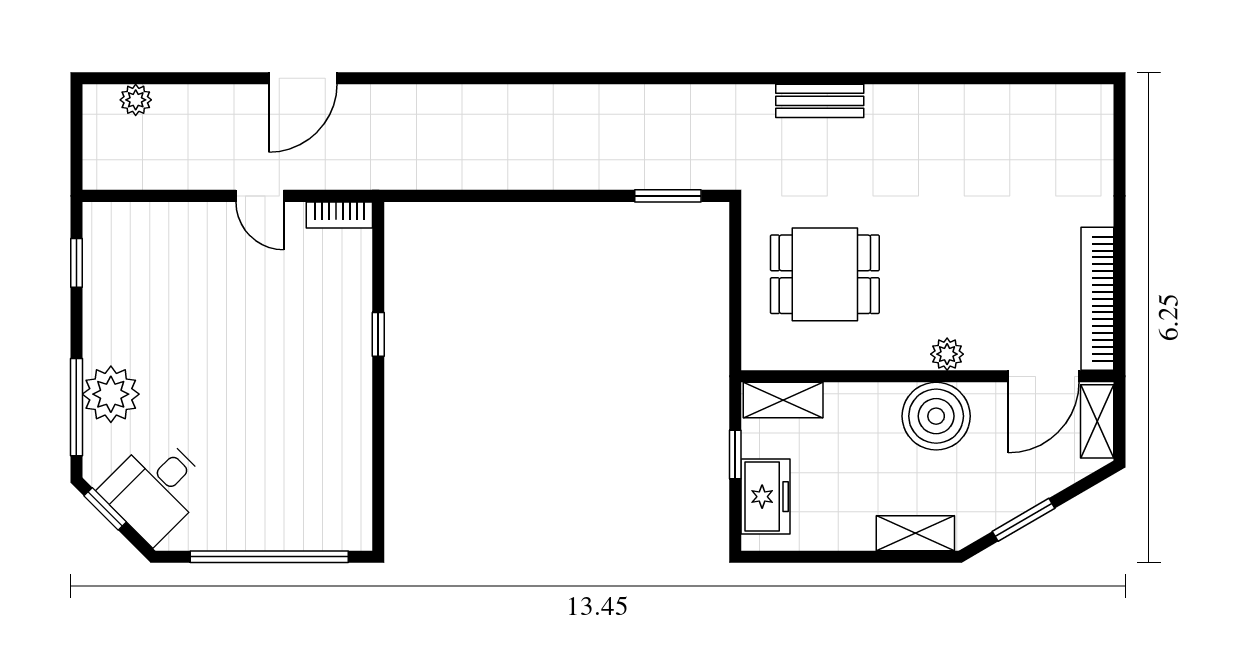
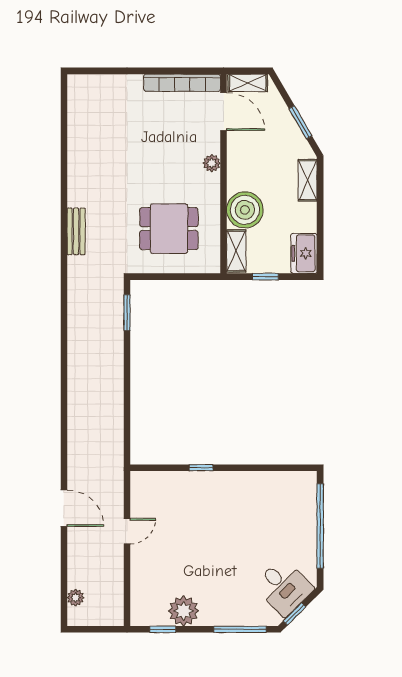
bookcase: (339, 215) -> (137, 489), removed
dining table: (825, 274) -> (169, 229), turned 90
plant: (111, 394) -> (184, 611), moved
boiler: (936, 416) -> (245, 210), moved
freezer: (766, 497) -> (304, 253), moved, turned -90

